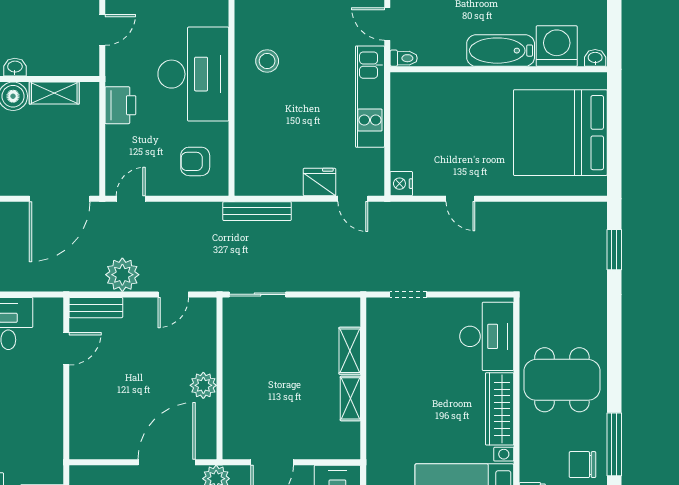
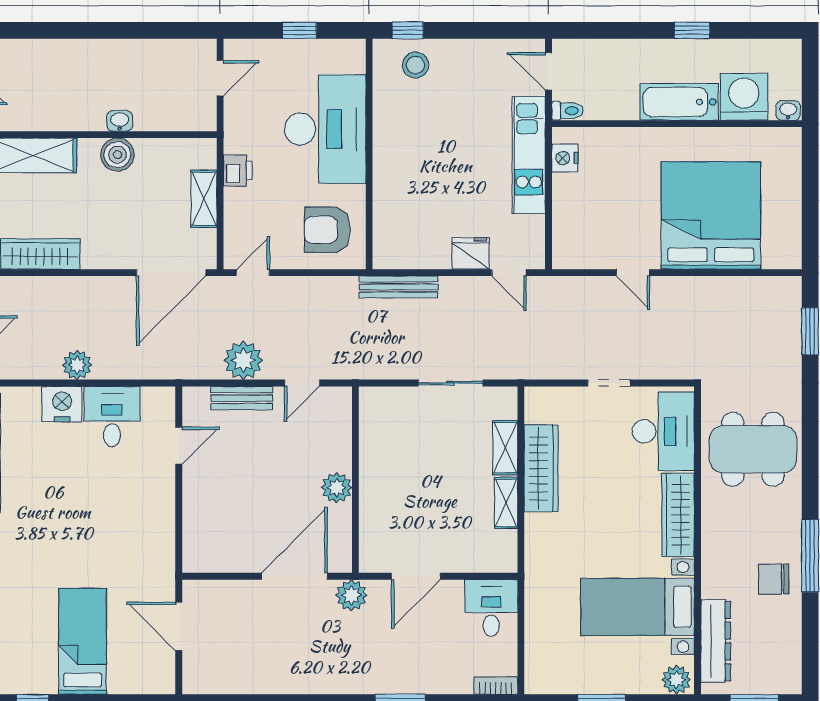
stool: (267, 61) -> (416, 65), moved
shelving: (54, 93) -> (204, 199), moved, turned 90
printer: (120, 105) -> (238, 171), width x0.73, depth x0.81
bed: (560, 133) -> (711, 215), moved, turned 90
armchair: (195, 161) -> (327, 230), width x1.38, depth x1.38
nightstand: (401, 184) -> (565, 158), moved
sliding door: (258, 294) -> (450, 383), moved
doorway: (408, 294) -> (609, 383), moved
bench: (96, 308) -> (242, 398), moved
wardrobe: (381, 369) -> (541, 468), added
dining table: (562, 380) -> (753, 449), moved

